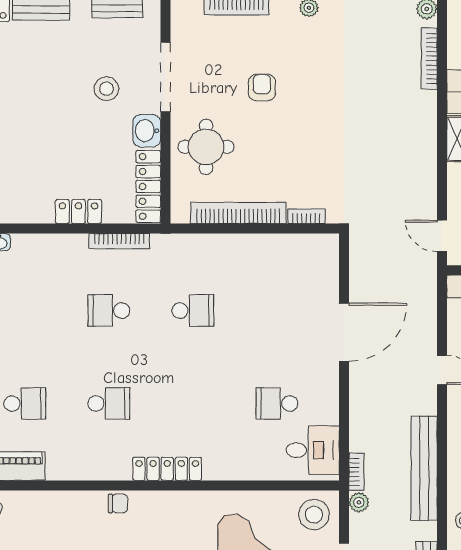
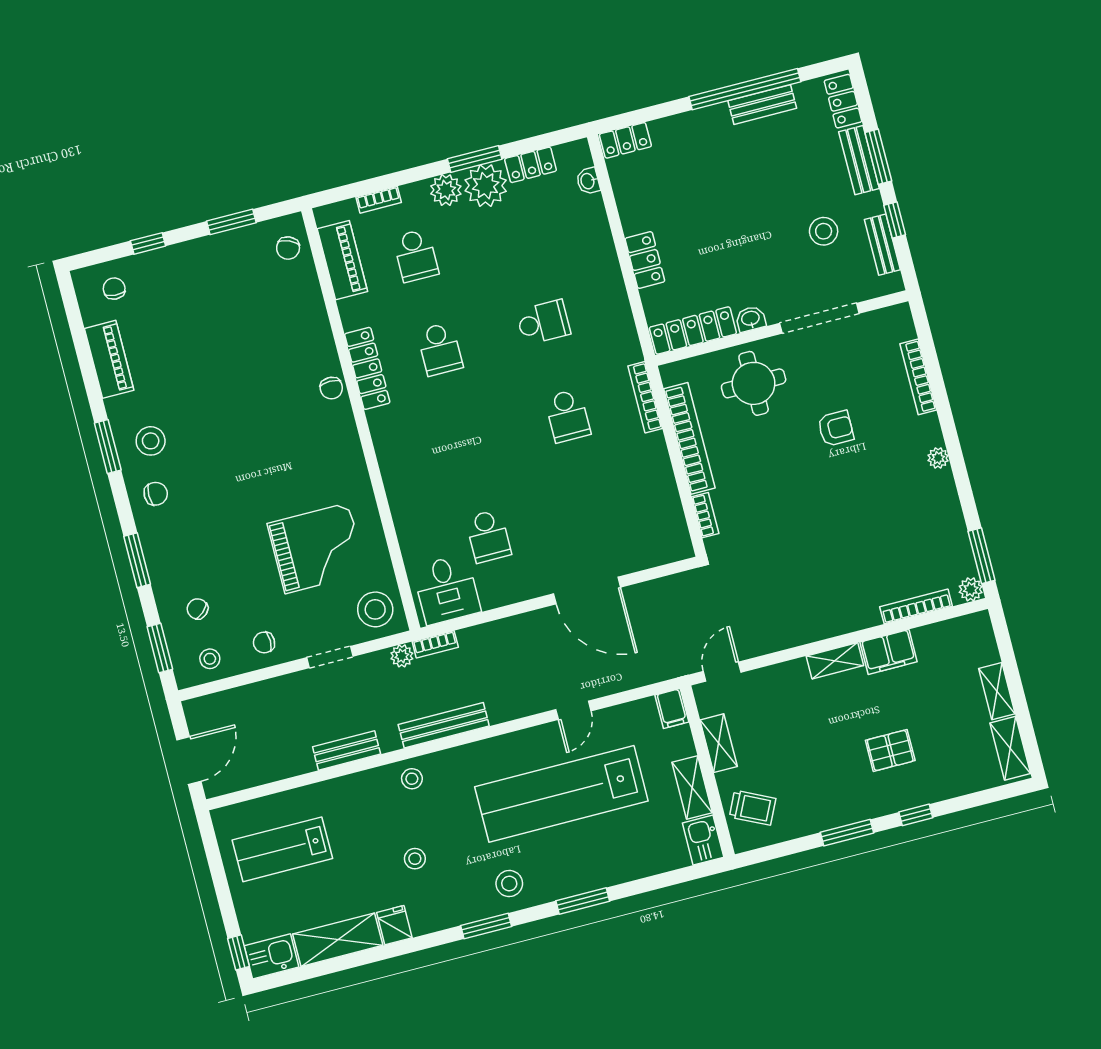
stool: (106, 89) -> (824, 231), moved
washbasin: (147, 131) -> (751, 319), width x0.72, depth x0.69
bookcase: (119, 241) -> (645, 397), moved
school desk: (109, 311) -> (543, 322), turned 90
school desk: (277, 403) -> (488, 536), turned 180
bench: (424, 468) -> (444, 725), width x0.73, depth x0.82
locker: (167, 469) -> (367, 368), moved

